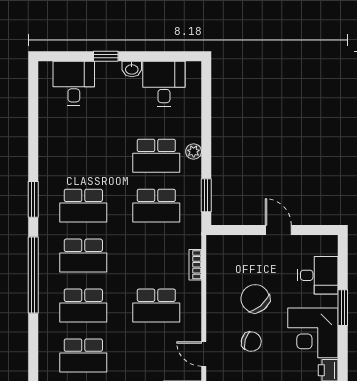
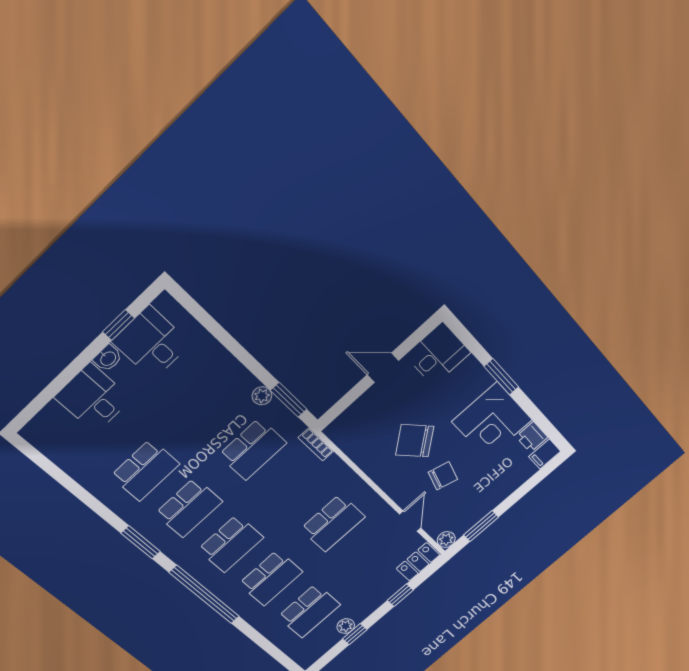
window: (106, 56) -> (118, 325), moved
desk: (74, 83) -> (93, 398), moved
plant: (194, 151) -> (262, 396), moved
school desk: (156, 156) -> (145, 470), moved
bookcase: (195, 265) -> (316, 444), moved
desk: (318, 275) -> (438, 354), moved
door: (204, 354) -> (410, 521), swing flipped

